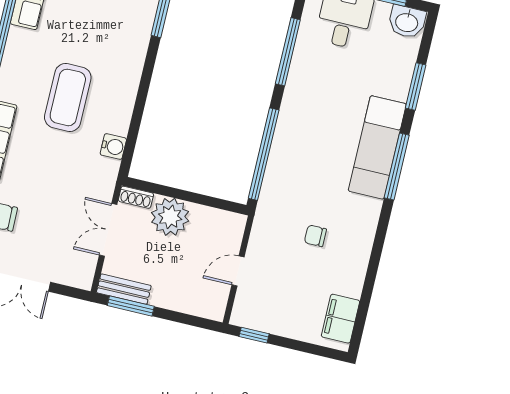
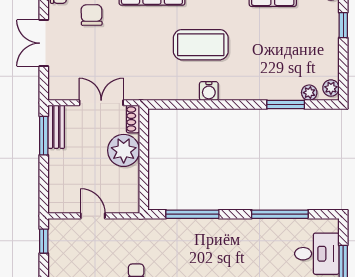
water cooler: (113, 147) -> (209, 91), moved
window: (264, 154) -> (192, 214), width x0.68

